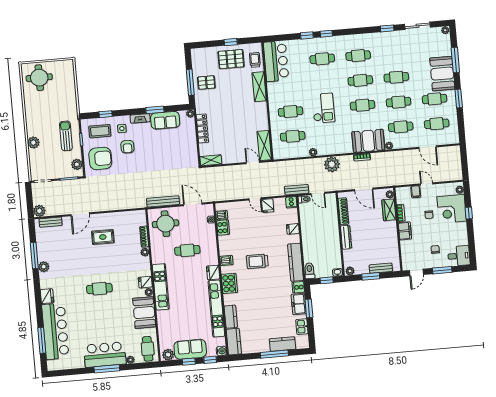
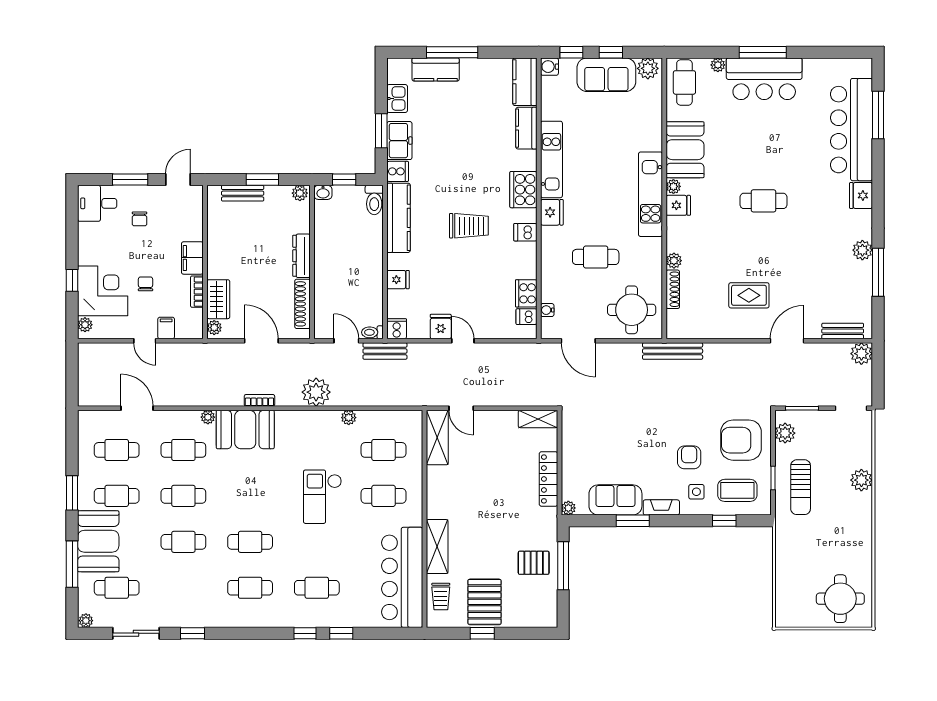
pallet: (231, 59) -> (484, 602), turned 90
bar counter: (276, 61) -> (402, 577), width x1.36
cafe table: (362, 105) -> (117, 588), moved
bench: (163, 201) -> (673, 351), moved
kitchen unit: (216, 308) -> (551, 159), width x0.73

